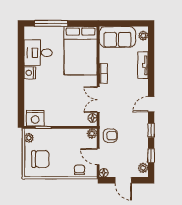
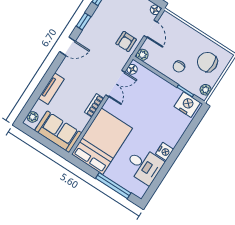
armchair: (110, 136) -> (126, 41), turned -90
chair: (79, 170) -> (179, 66), moved

